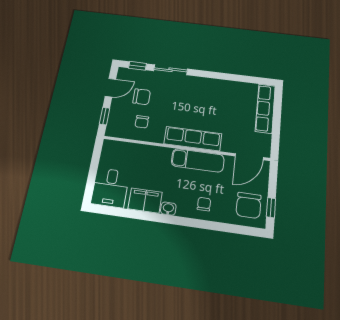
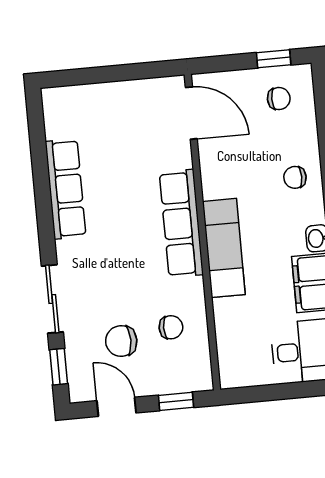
chair: (142, 97) -> (121, 341), turned -90
row of seats: (265, 108) -> (66, 189), moved, turned -90
exam couch: (198, 160) -> (224, 248), moved
chair: (249, 205) -> (279, 99), width x0.54, depth x0.54

